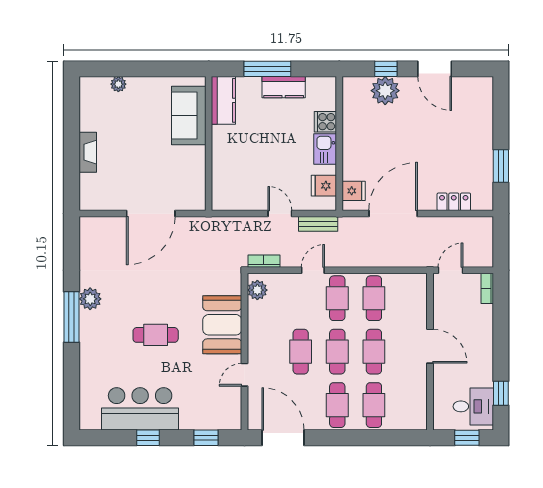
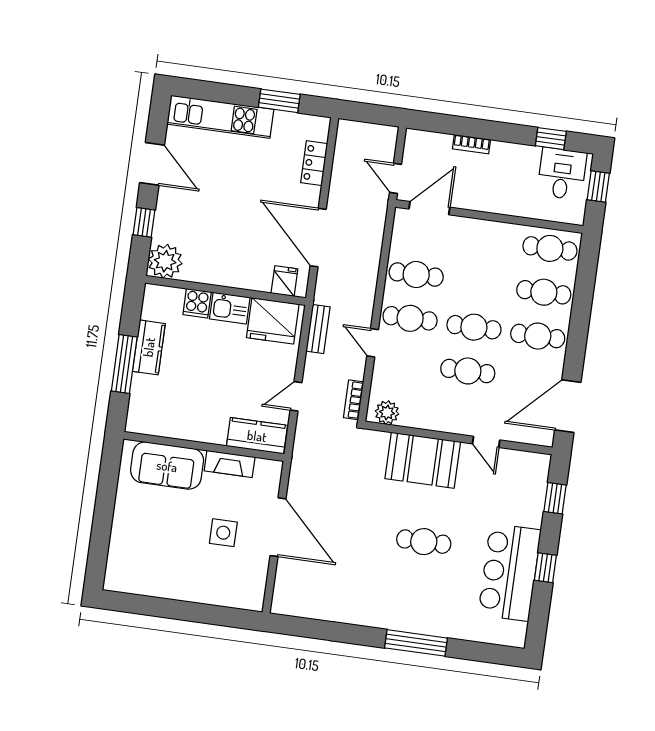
door: (435, 69) -> (152, 164), hinge flipped
plant: (118, 84) -> (118, 544), removed
plant: (385, 91) -> (165, 261), moved
kitchen counter: (223, 100) -> (257, 436), moved
kitchen unit: (481, 120) -> (220, 117), added
fireplace: (88, 152) -> (230, 464), moved, turned 180
side table: (140, 169) -> (223, 533), added
fridge: (324, 186) -> (273, 321), width x1.88, depth x1.34
door: (280, 214) -> (296, 396), moved
bookcase: (487, 288) -> (471, 144), moved
plant: (90, 299) -> (370, 614), removed
window: (71, 317) -> (416, 643), moved
cafe table: (156, 335) -> (424, 542), turned 90
door: (430, 346) -> (429, 208), moved
cafe table: (374, 352) -> (550, 248), moved

